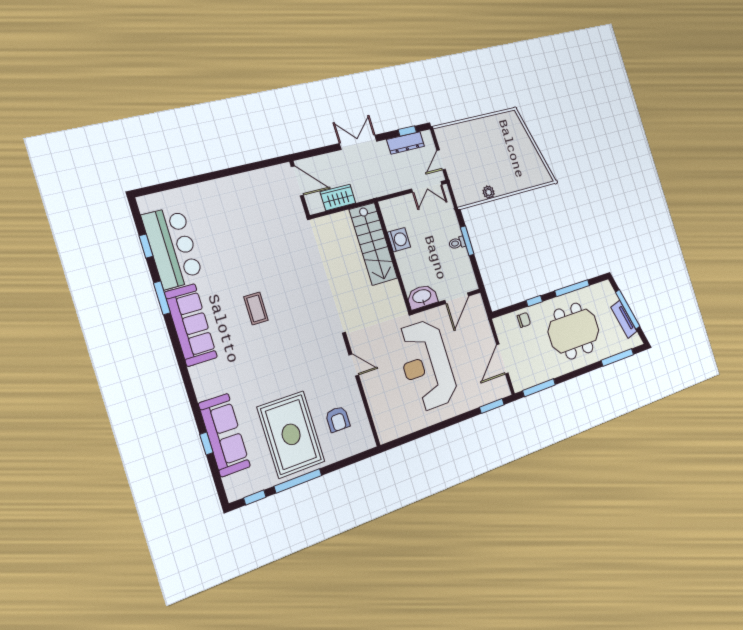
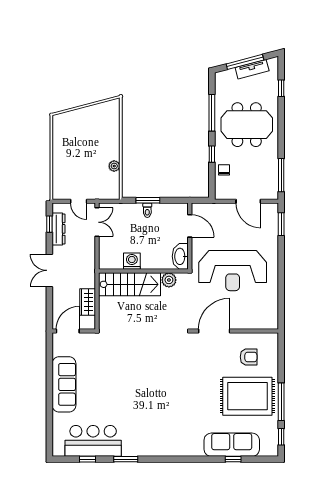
plant: (393, 291) -> (169, 280), added
coffee table: (256, 308) -> (152, 394), removed
sofa: (191, 325) -> (64, 384), moved, turned 90
meeting table: (574, 331) -> (247, 125), turned 90
window: (617, 357) -> (281, 88), width x0.46
door: (354, 365) -> (214, 331), width x1.88

